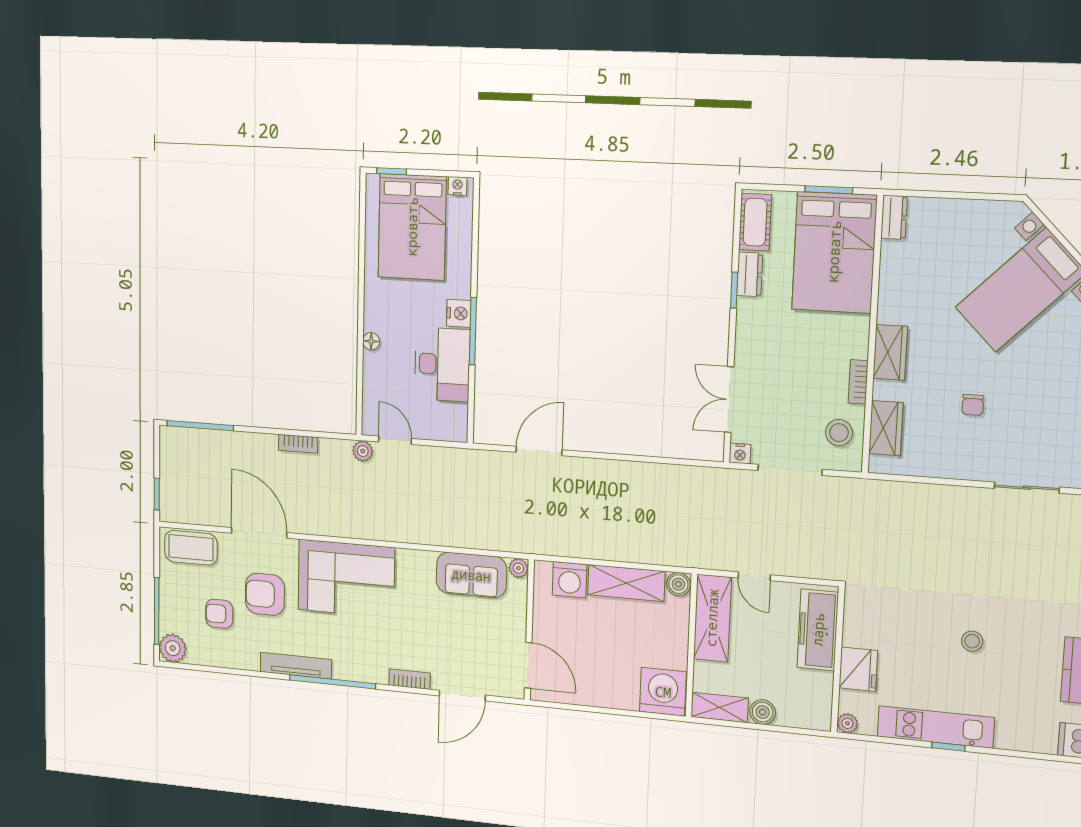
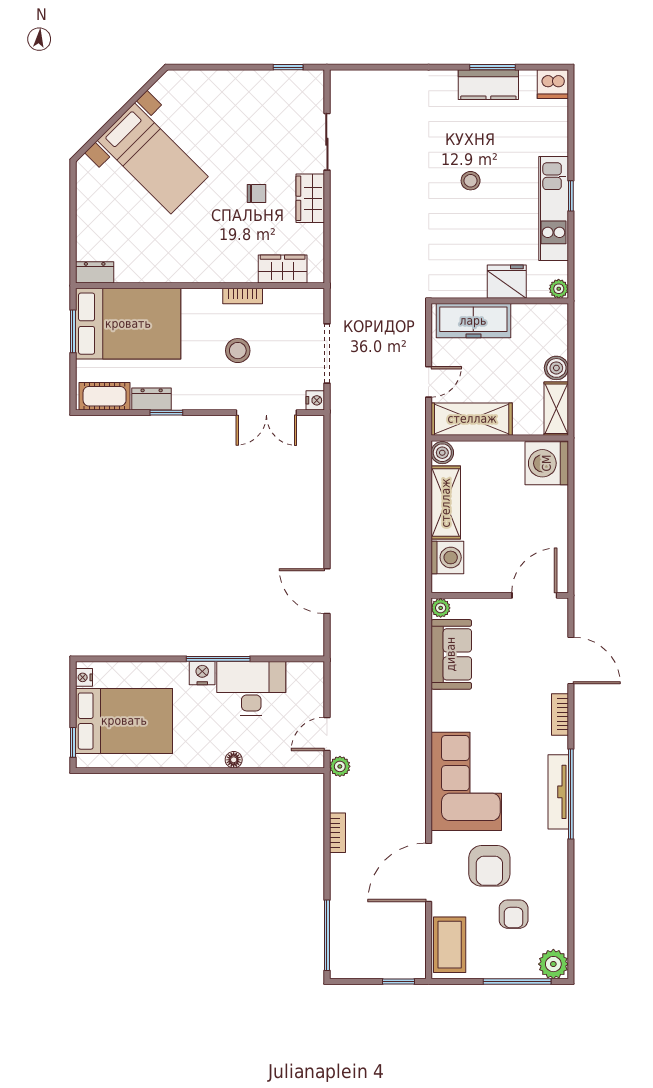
wardrobe: (890, 352) -> (310, 198), moved, turned -90
stool: (839, 433) -> (238, 351), moved
tv unit: (296, 666) -> (558, 792), moved

